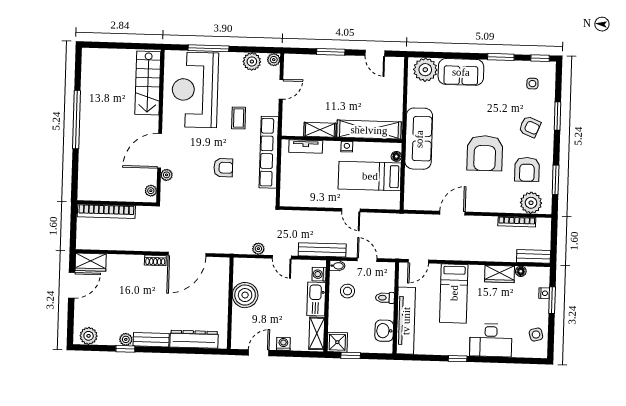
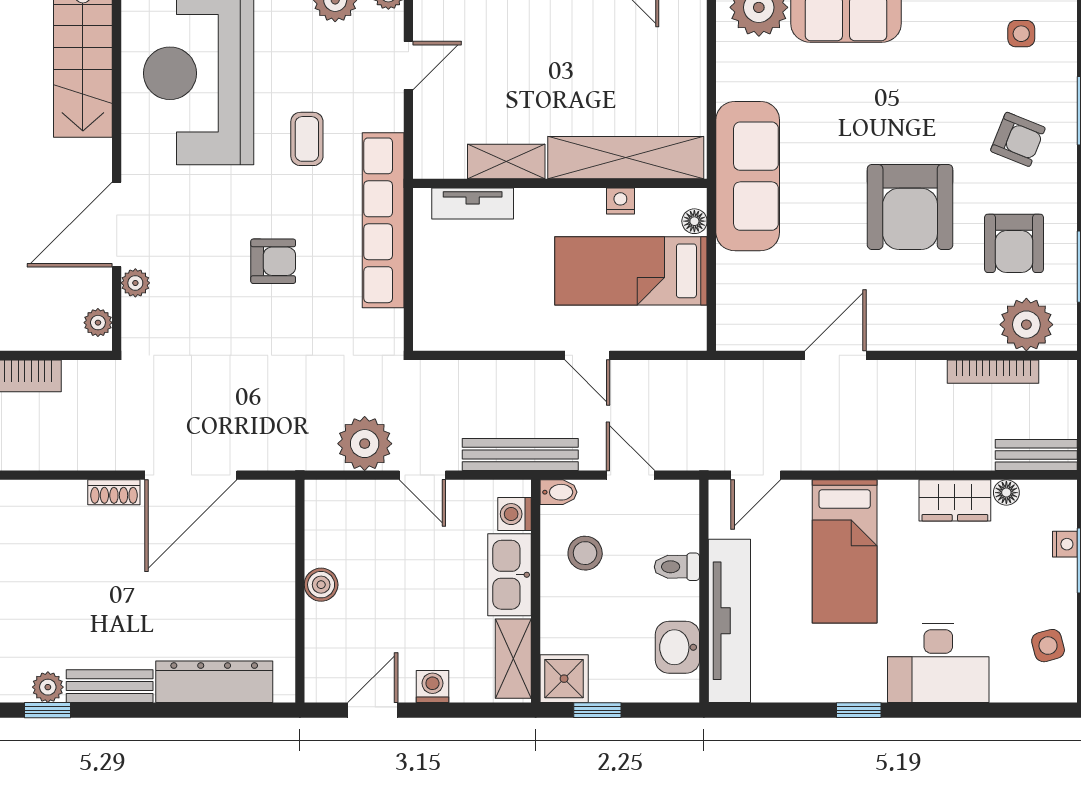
nightstand: (347, 147) -> (620, 201), moved
plant: (258, 249) -> (365, 444), width x1.88, depth x1.88
boiler: (245, 295) -> (321, 585), width x0.54, depth x0.54

